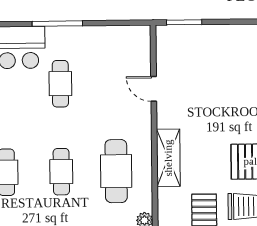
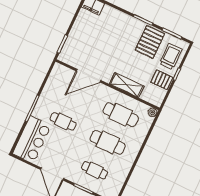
door: (154, 89) -> (88, 76), width x1.87
cafe table: (61, 172) -> (108, 142), width x1.37, depth x1.35

